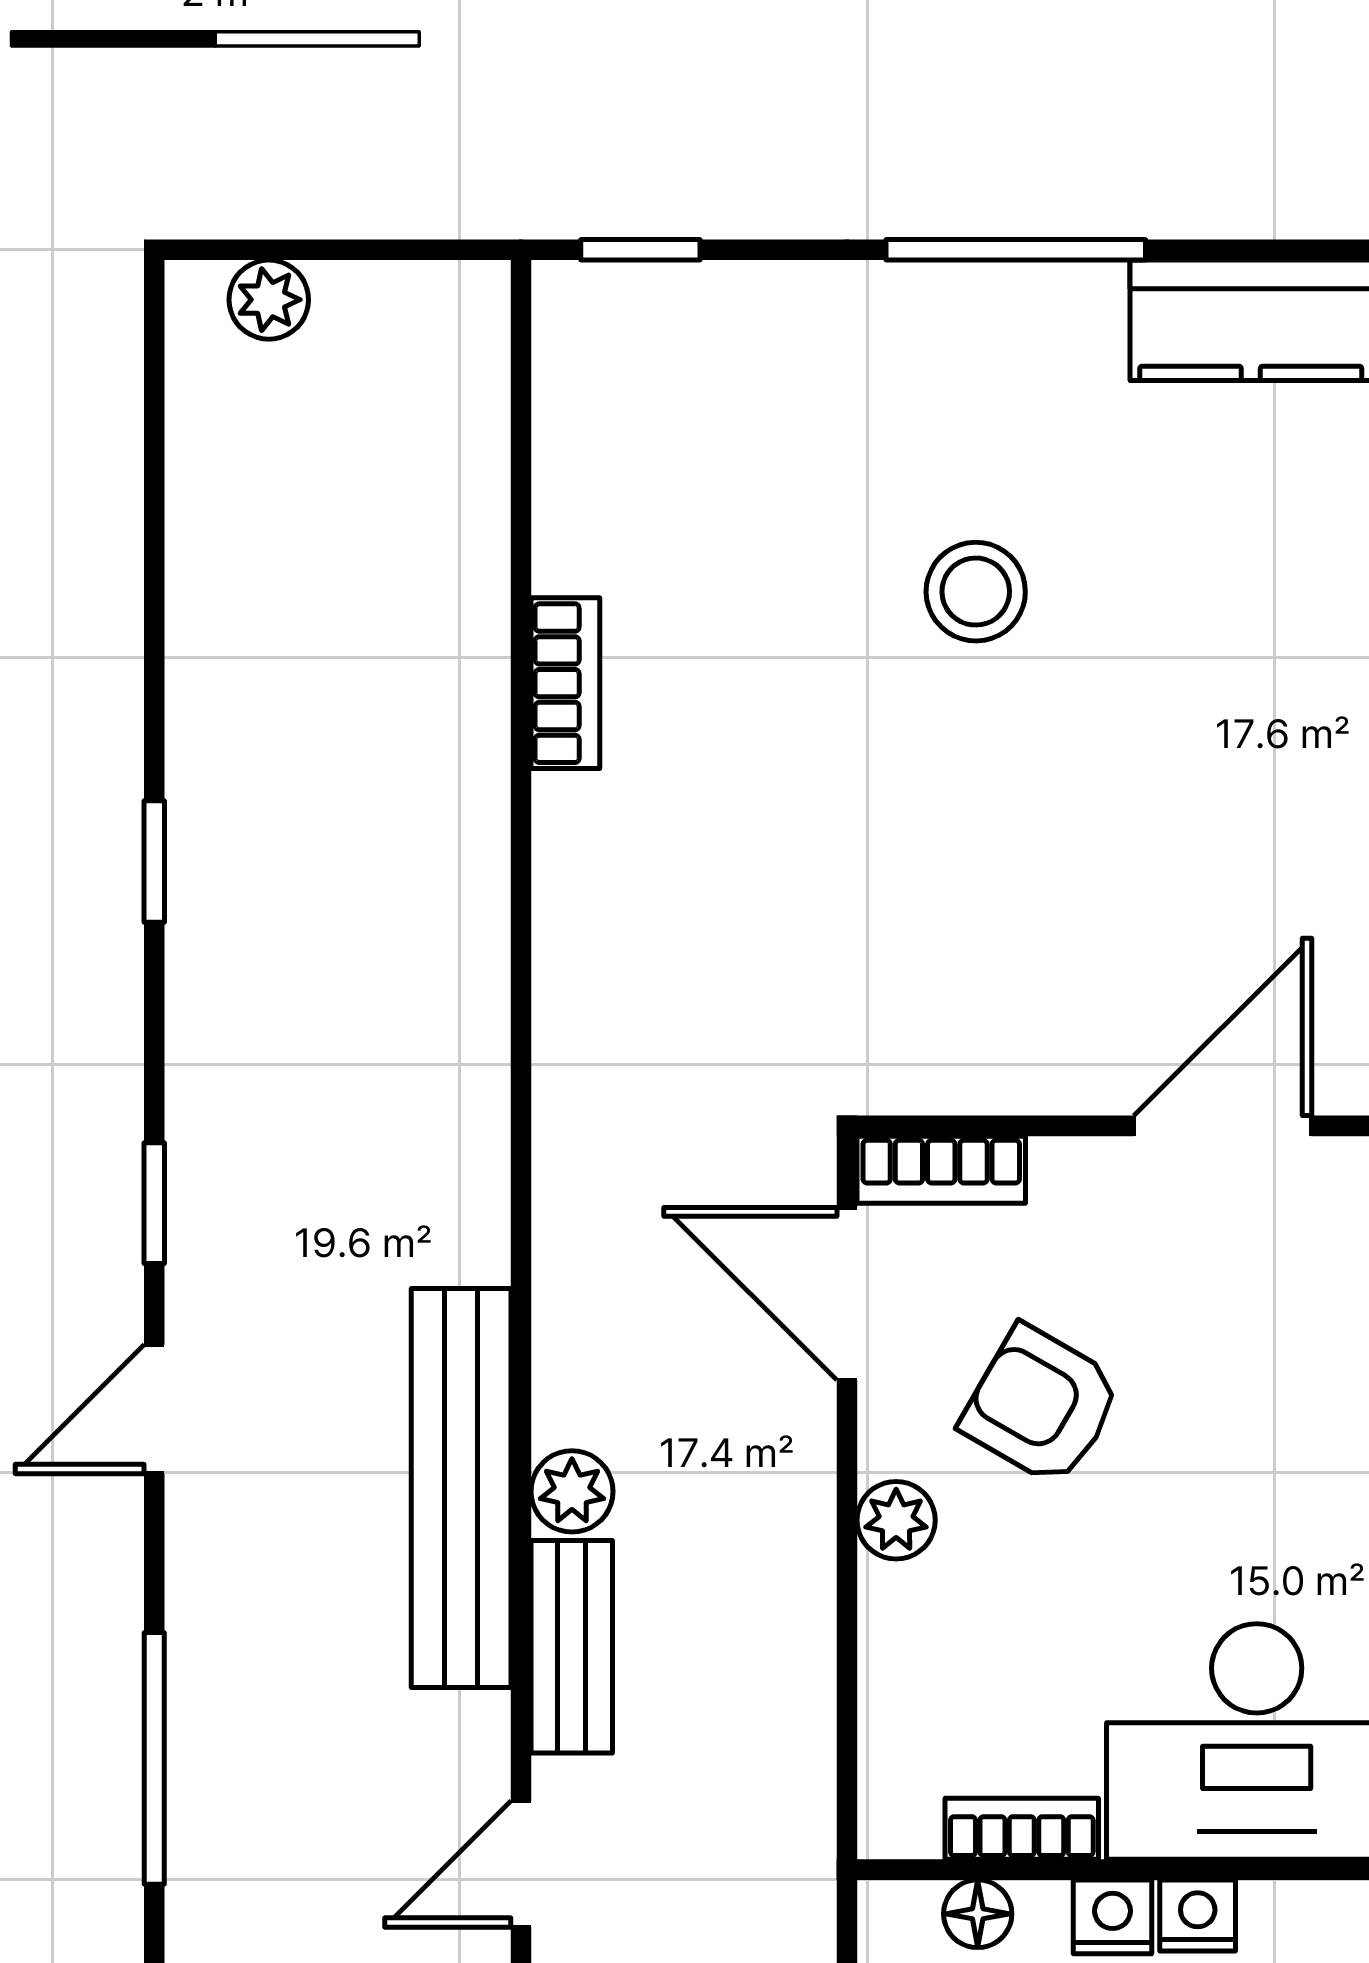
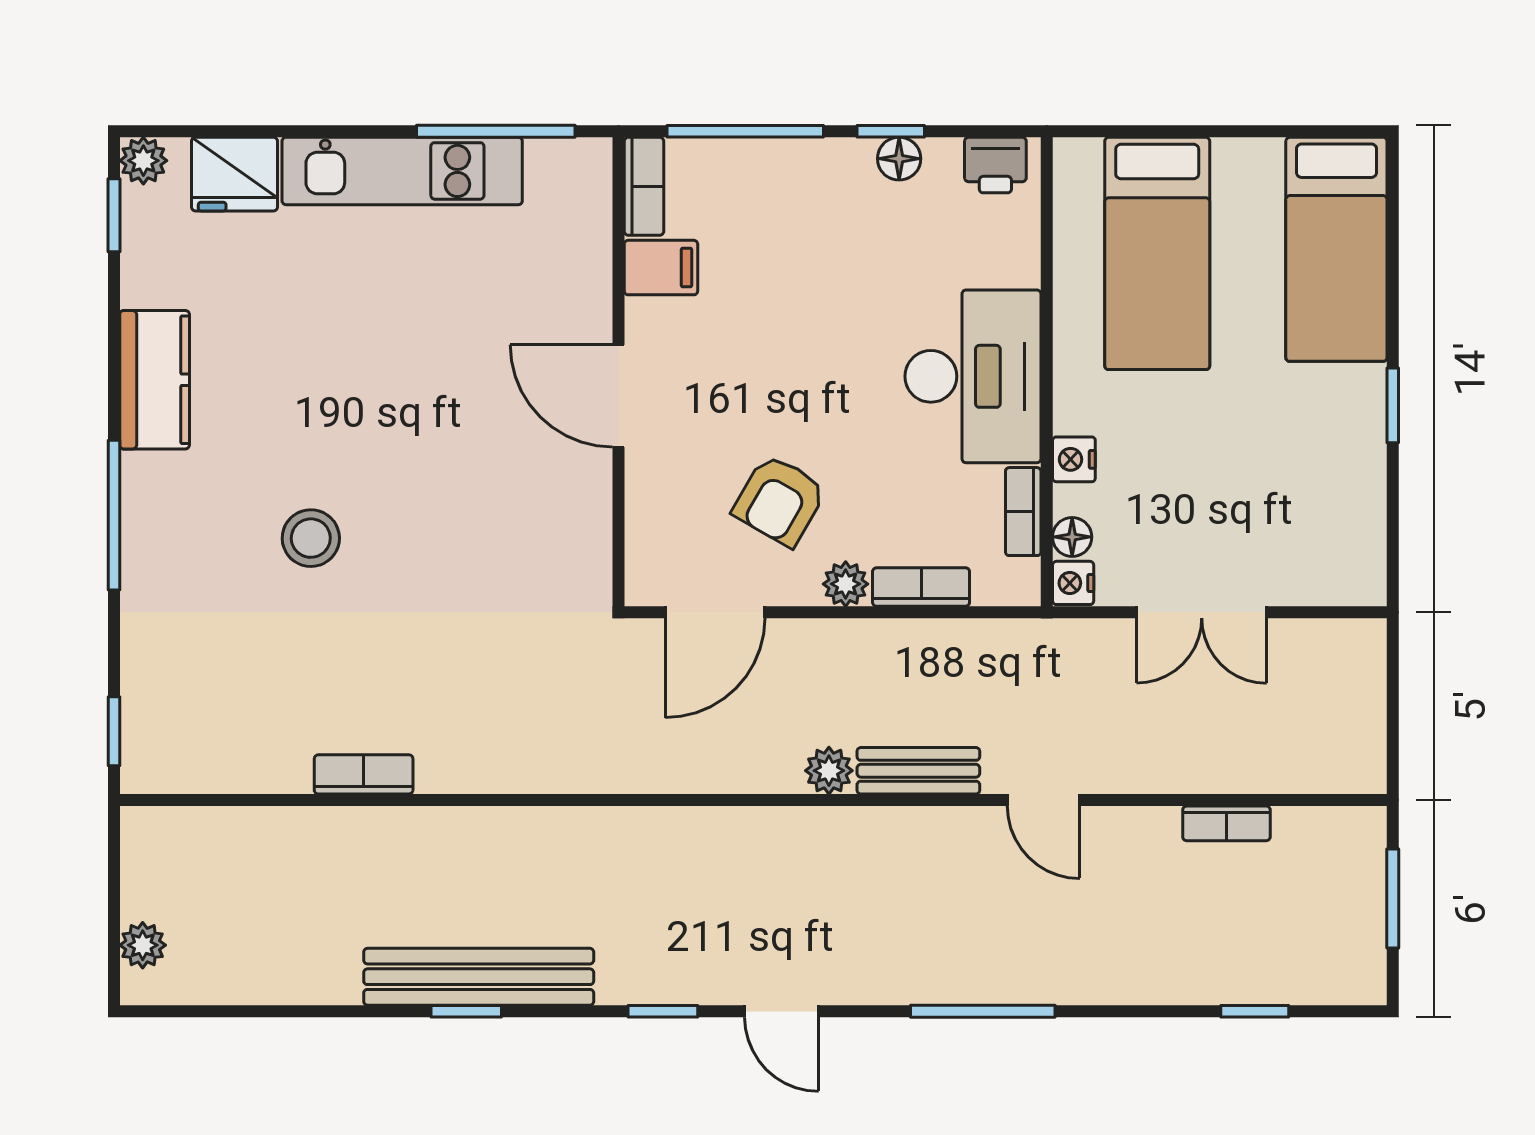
bookcase: (941, 1170) -> (921, 587), moved, turned -90
bench: (461, 1488) -> (479, 977), moved
nightstand: (1198, 1915) -> (1073, 583), moved

